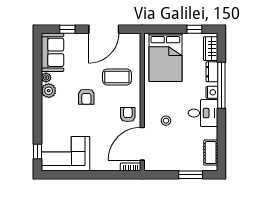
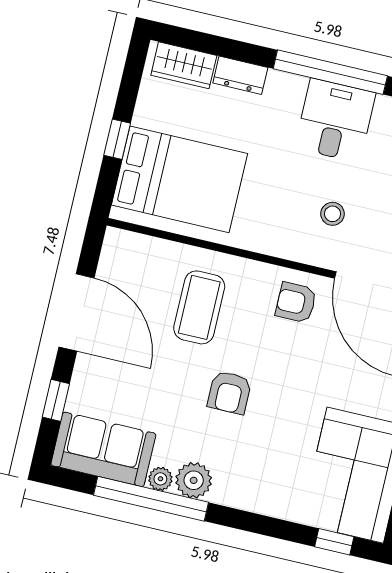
window: (194, 29) -> (117, 139), moved
window: (37, 76) -> (151, 499), added
window: (221, 85) -> (330, 72), moved
nightstand: (212, 92) -> (290, 87), removed
armchair: (86, 97) -> (229, 393), turned 90

